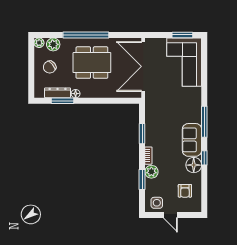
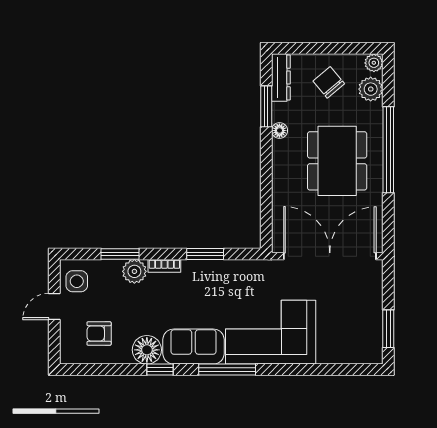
corner sofa: (184, 62) -> (271, 332), moved
dresser: (58, 93) -> (281, 78), moved

